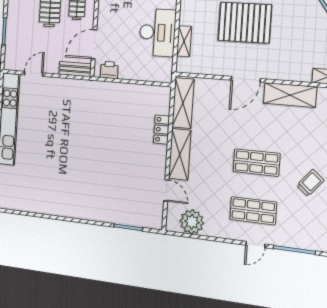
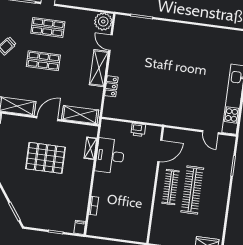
bench: (75, 69) -> (176, 134), removed
printer: (109, 70) -> (138, 130), moved
door: (34, 74) -> (210, 132), hinge flipped
shelving: (183, 103) -> (80, 115), moved, turned 90
plant: (192, 222) -> (103, 21), moved

